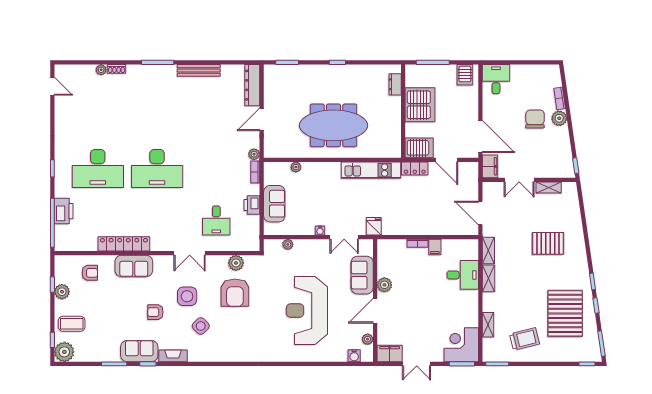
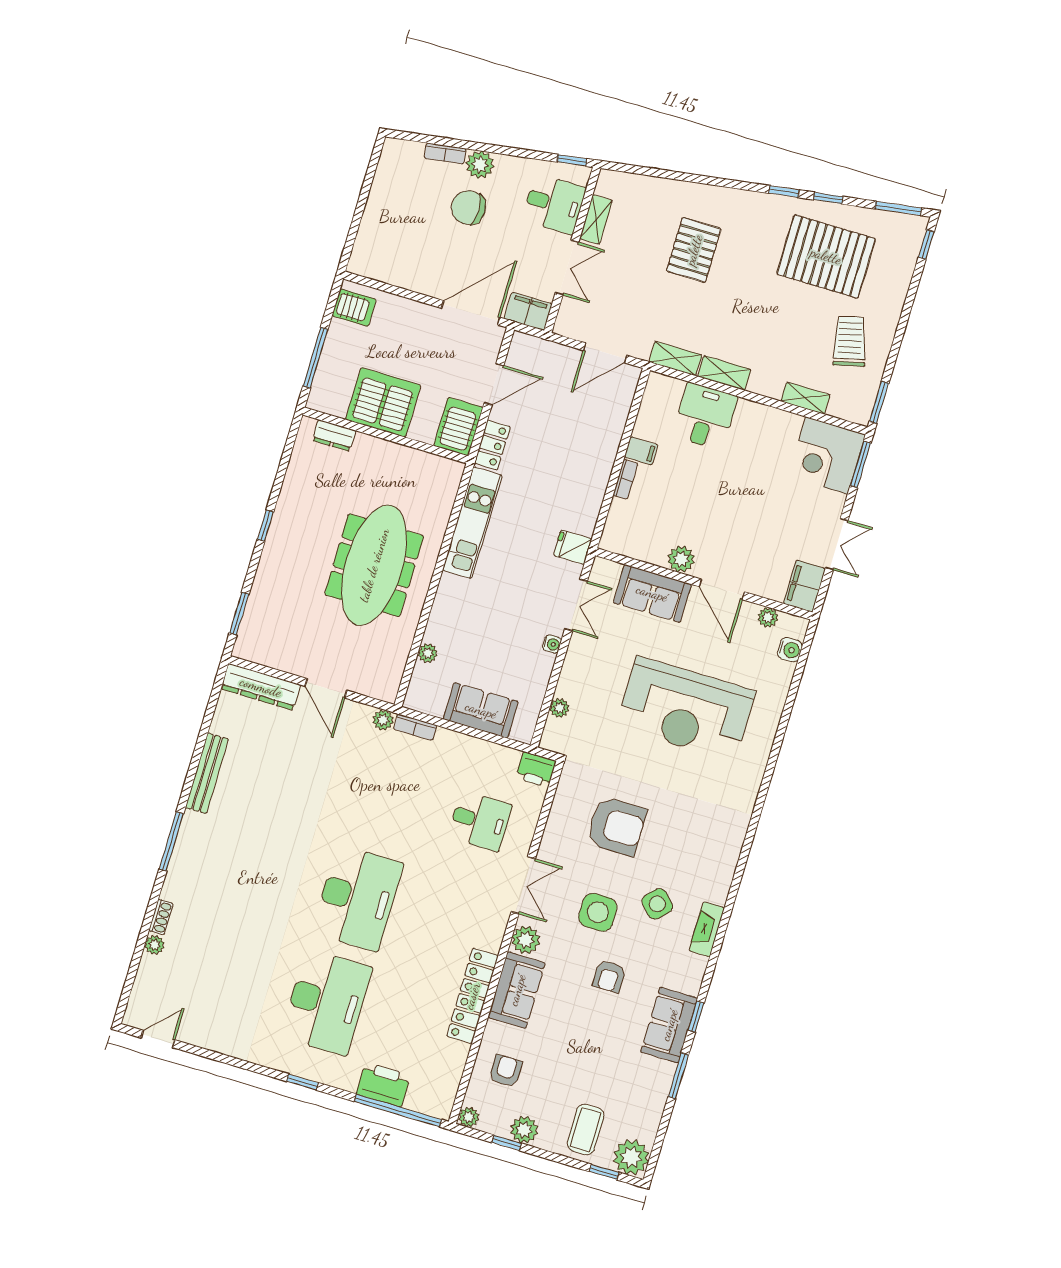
desk: (496, 79) -> (554, 204), moved, turned 180
printer: (252, 205) -> (536, 770), moved
plant: (60, 261) -> (469, 1117), added
plant: (236, 263) -> (526, 940), moved
fireplace: (173, 356) -> (707, 929), moved

